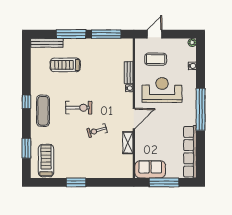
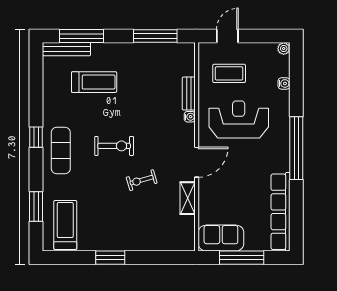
window: (71, 34) -> (82, 36), moved
treadmill: (65, 65) -> (94, 82), turned 180

